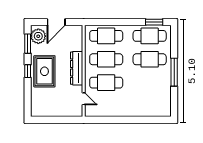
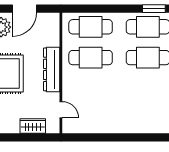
cafe table: (106, 83) -> (91, 88), removed
wardrobe: (62, 111) -> (33, 126), added

